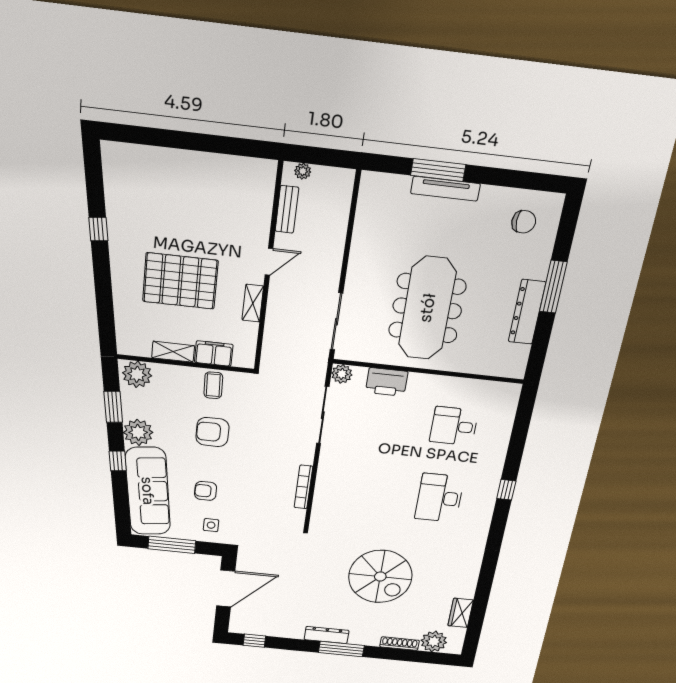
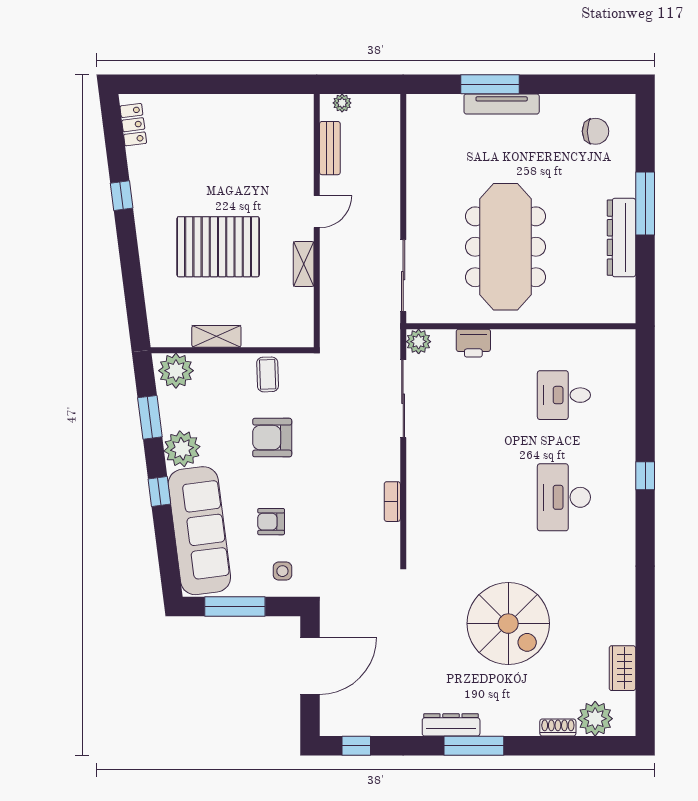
locker: (112, 169) -> (133, 125), added
filing cabinet: (214, 353) -> (264, 333), removed
printer: (387, 382) -> (473, 343), width x0.73, depth x0.84
bookcase: (303, 487) -> (392, 502), width x0.64
shoe rack: (400, 644) -> (558, 727), width x0.70

